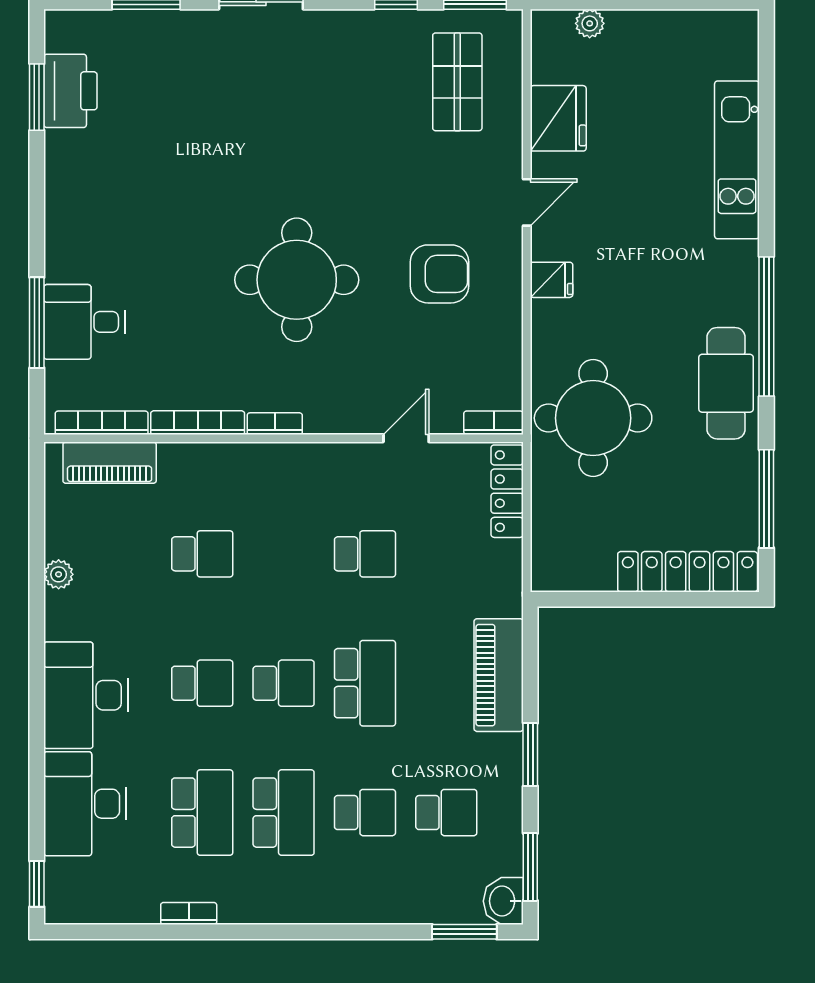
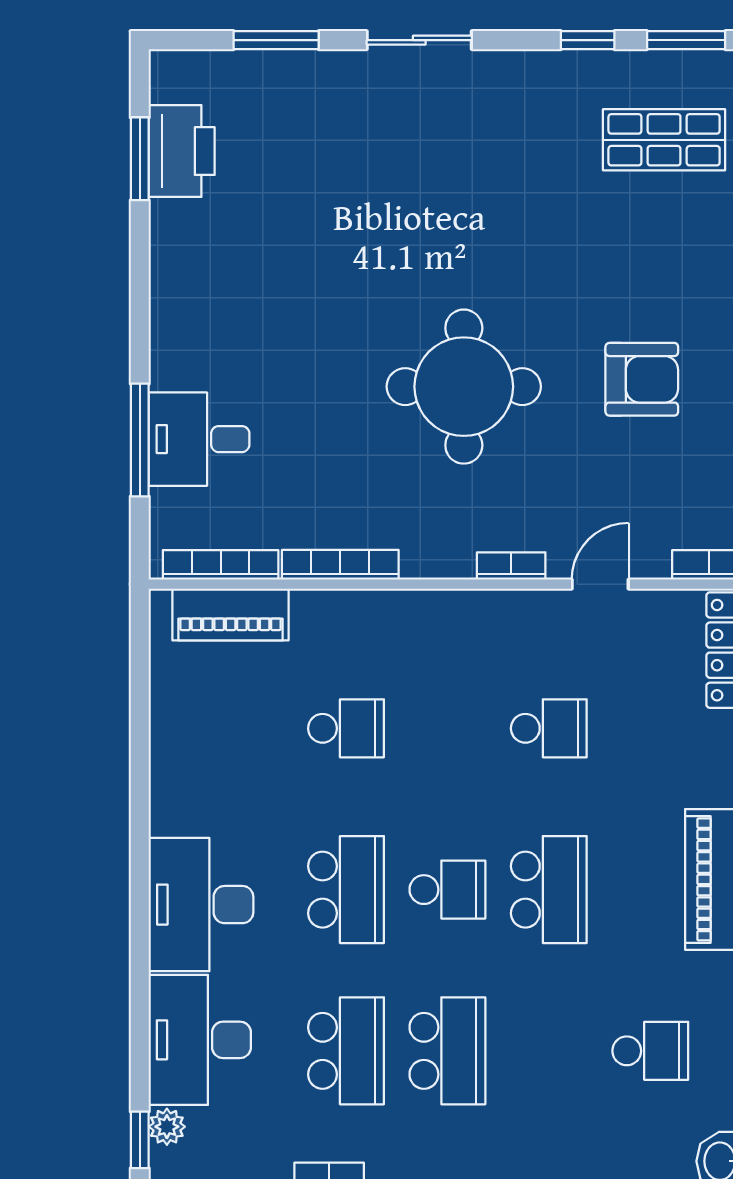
shop shelf: (457, 82) -> (664, 140), turned 90
bookcase: (275, 424) -> (511, 566), moved
plant: (59, 574) -> (167, 1127), moved
school desk: (202, 683) -> (346, 890), width x1.85
school desk: (365, 813) -> (549, 1051), removed

